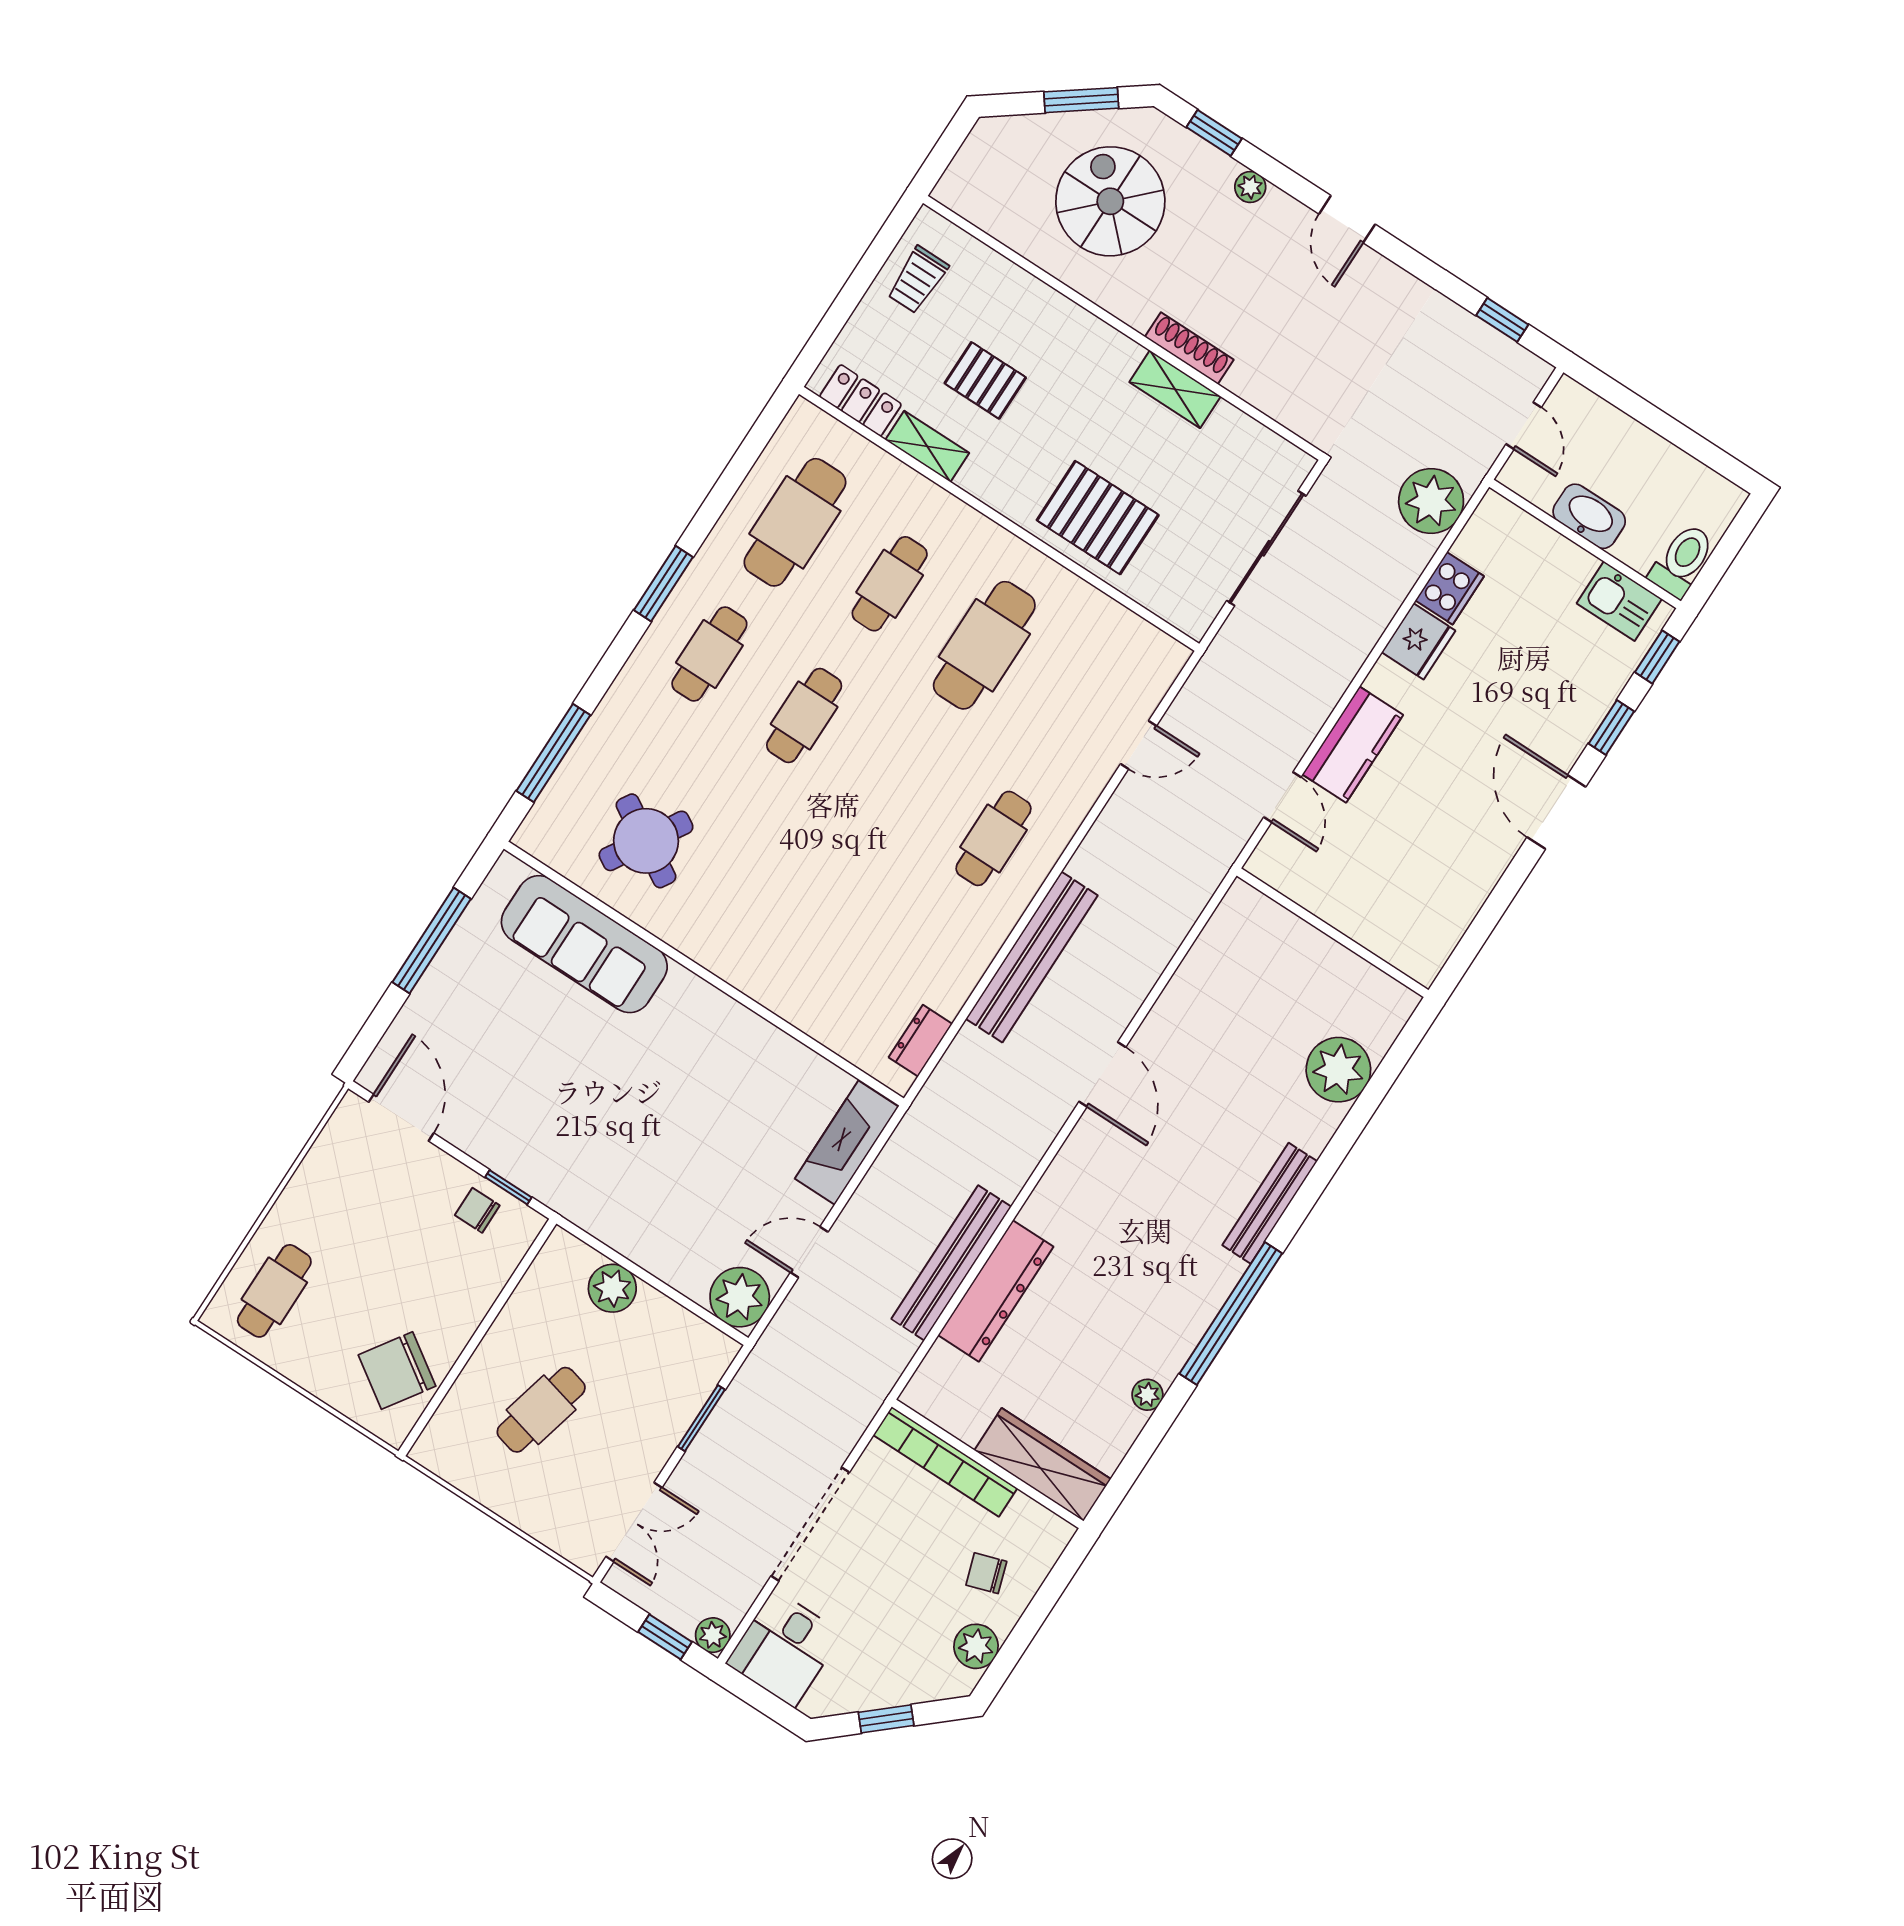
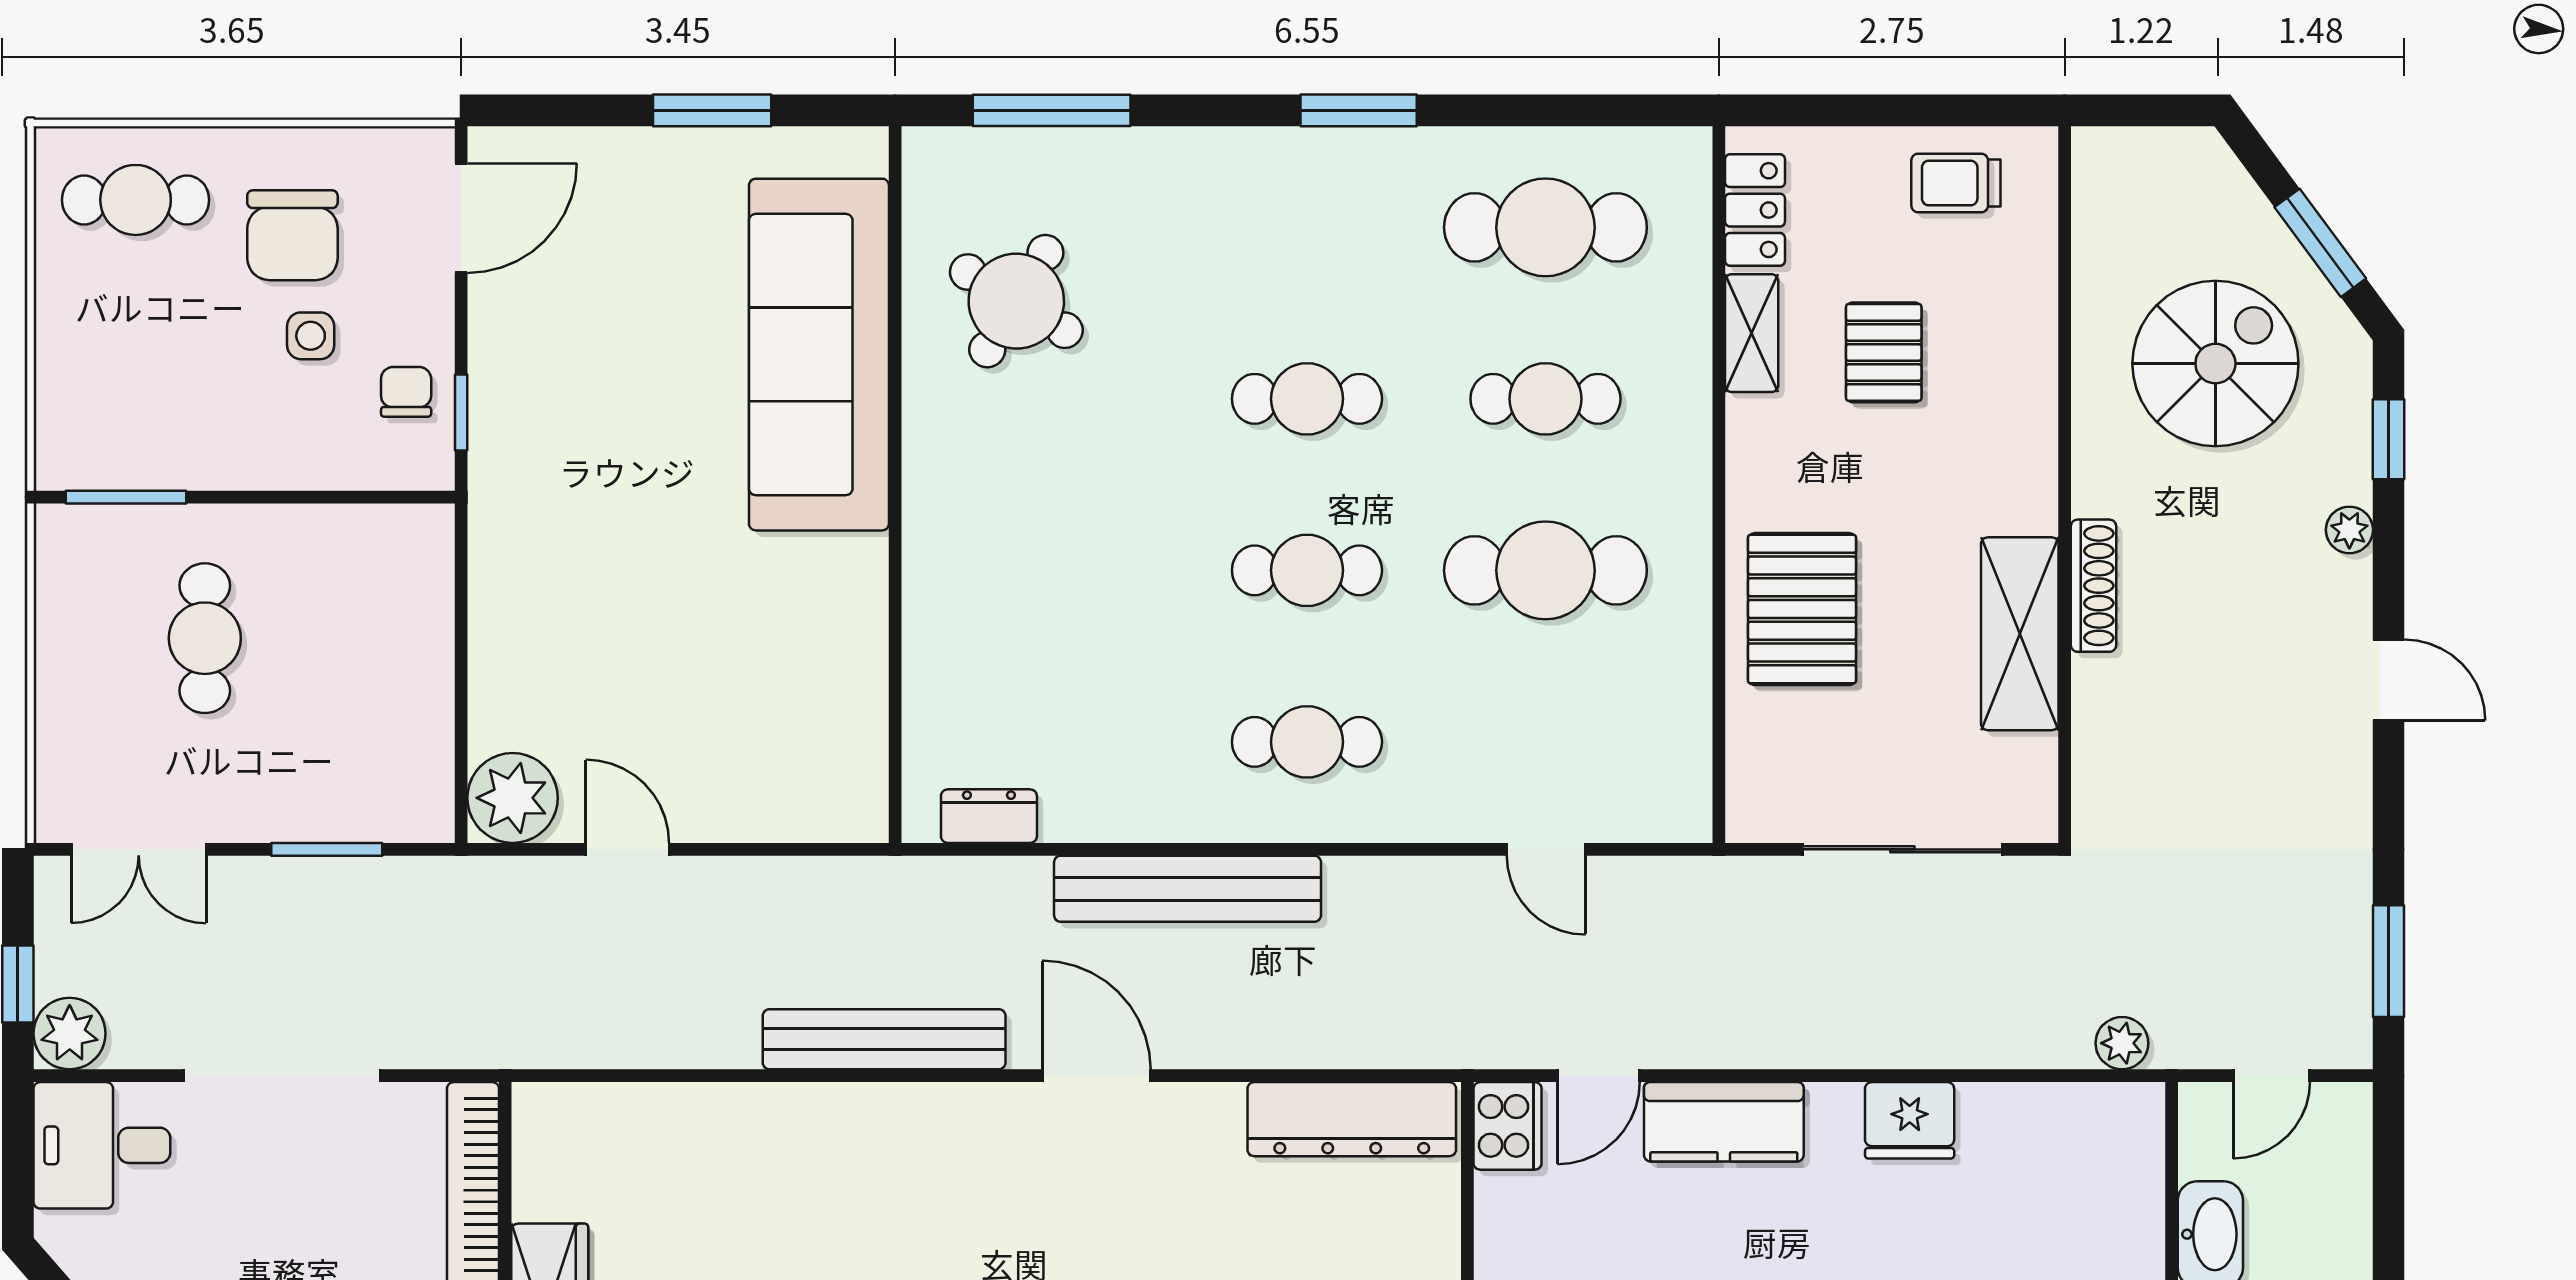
door: (1347, 219) -> (2389, 680), swing flipped
window: (1502, 320) -> (2389, 961), width x1.50
shelving: (1175, 389) -> (2020, 634), width x1.50, depth x1.33
plant: (1431, 501) -> (2122, 1043), width x0.53, depth x0.53
cooker: (1450, 588) -> (1508, 1126), moved, turned -90
cafe table: (709, 654) -> (1307, 570), moved
window: (432, 941) -> (712, 110), width x0.69
sofa: (584, 944) -> (819, 355), width x1.36, depth x1.27
door: (1102, 1074) -> (1096, 1076), swing flipped
fireplace: (847, 1143) -> (798, 806), removed
side table: (412, 1243) -> (311, 336), added
bench: (951, 1263) -> (884, 1039), moved
plant: (612, 1288) -> (419, 628), removed
dresser: (996, 1291) -> (1352, 1119), moved
chair: (397, 1371) -> (292, 235), moved, turned -124
window: (435, 1403) -> (126, 497), added
cafe table: (541, 1410) -> (205, 638), turned 76
plant: (713, 1635) -> (70, 1034), width x1.38, depth x1.38

